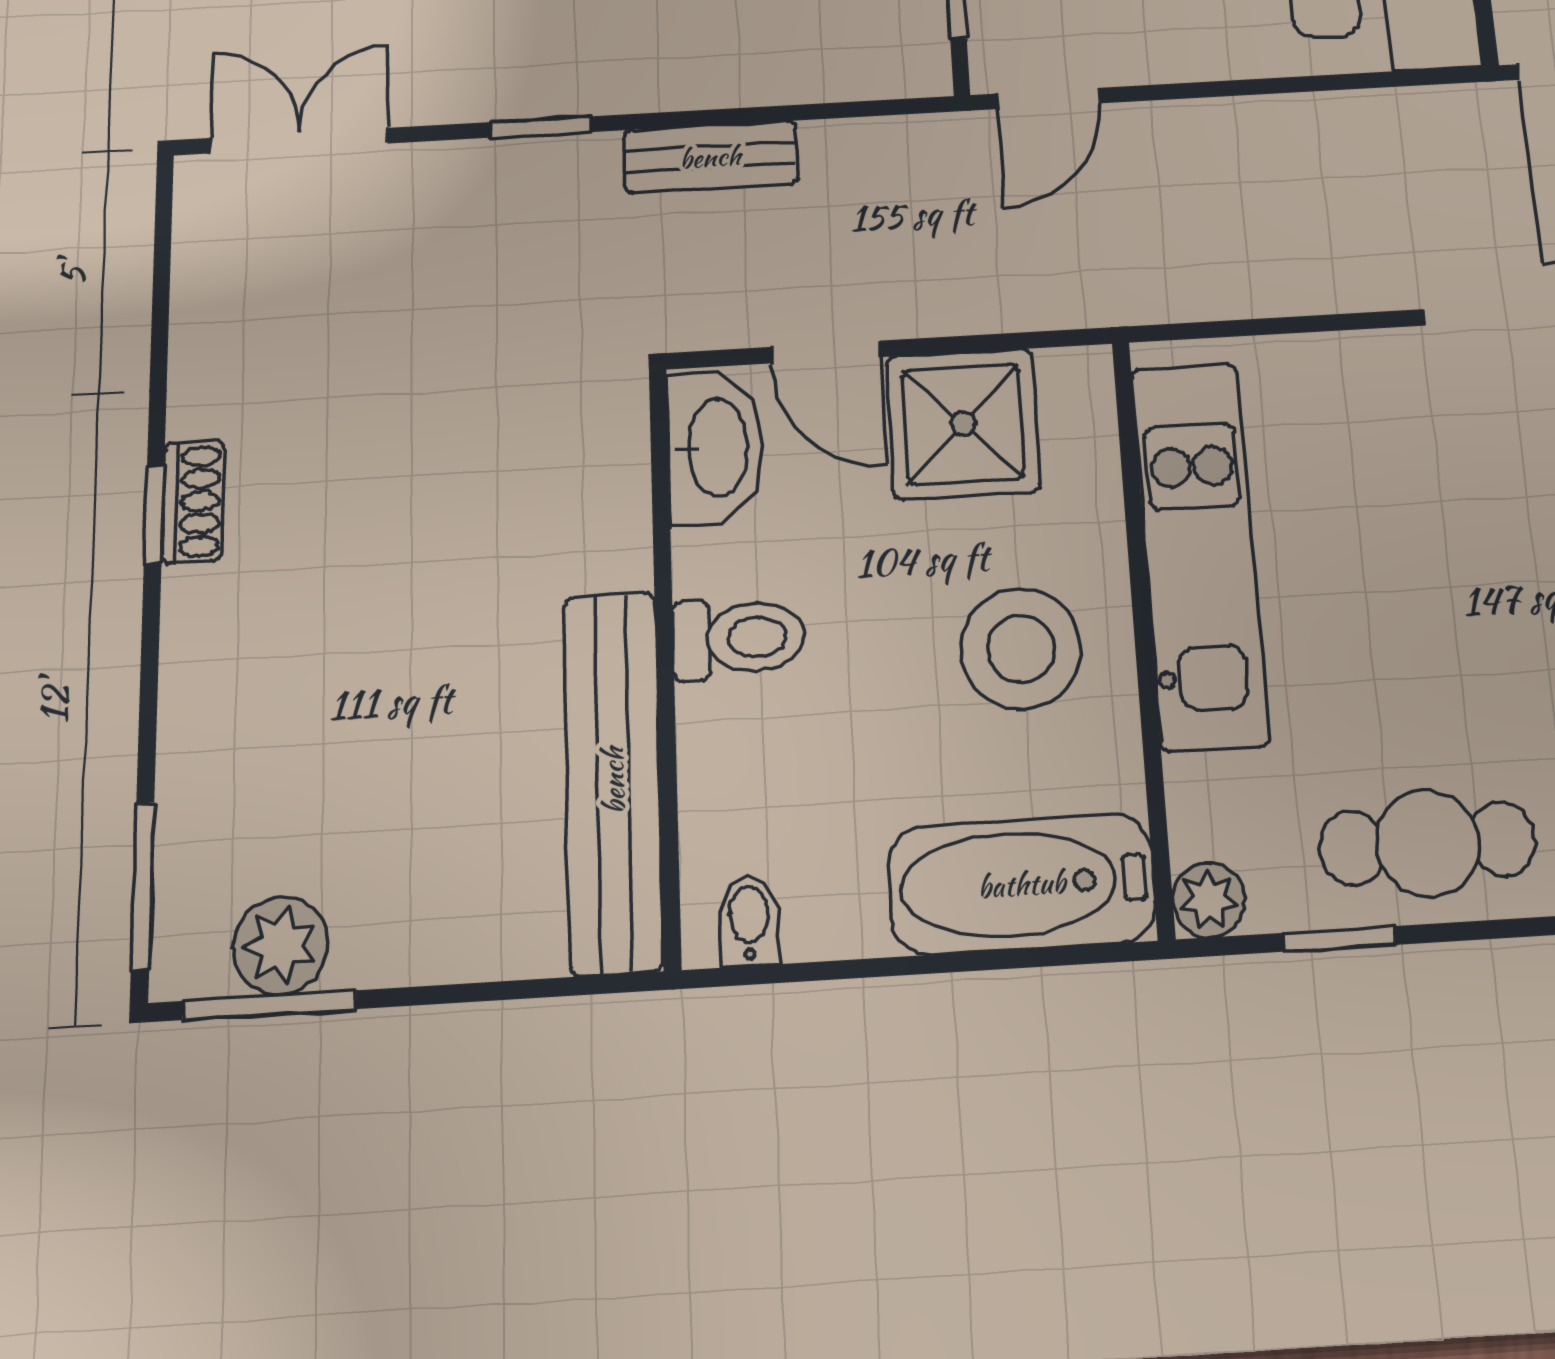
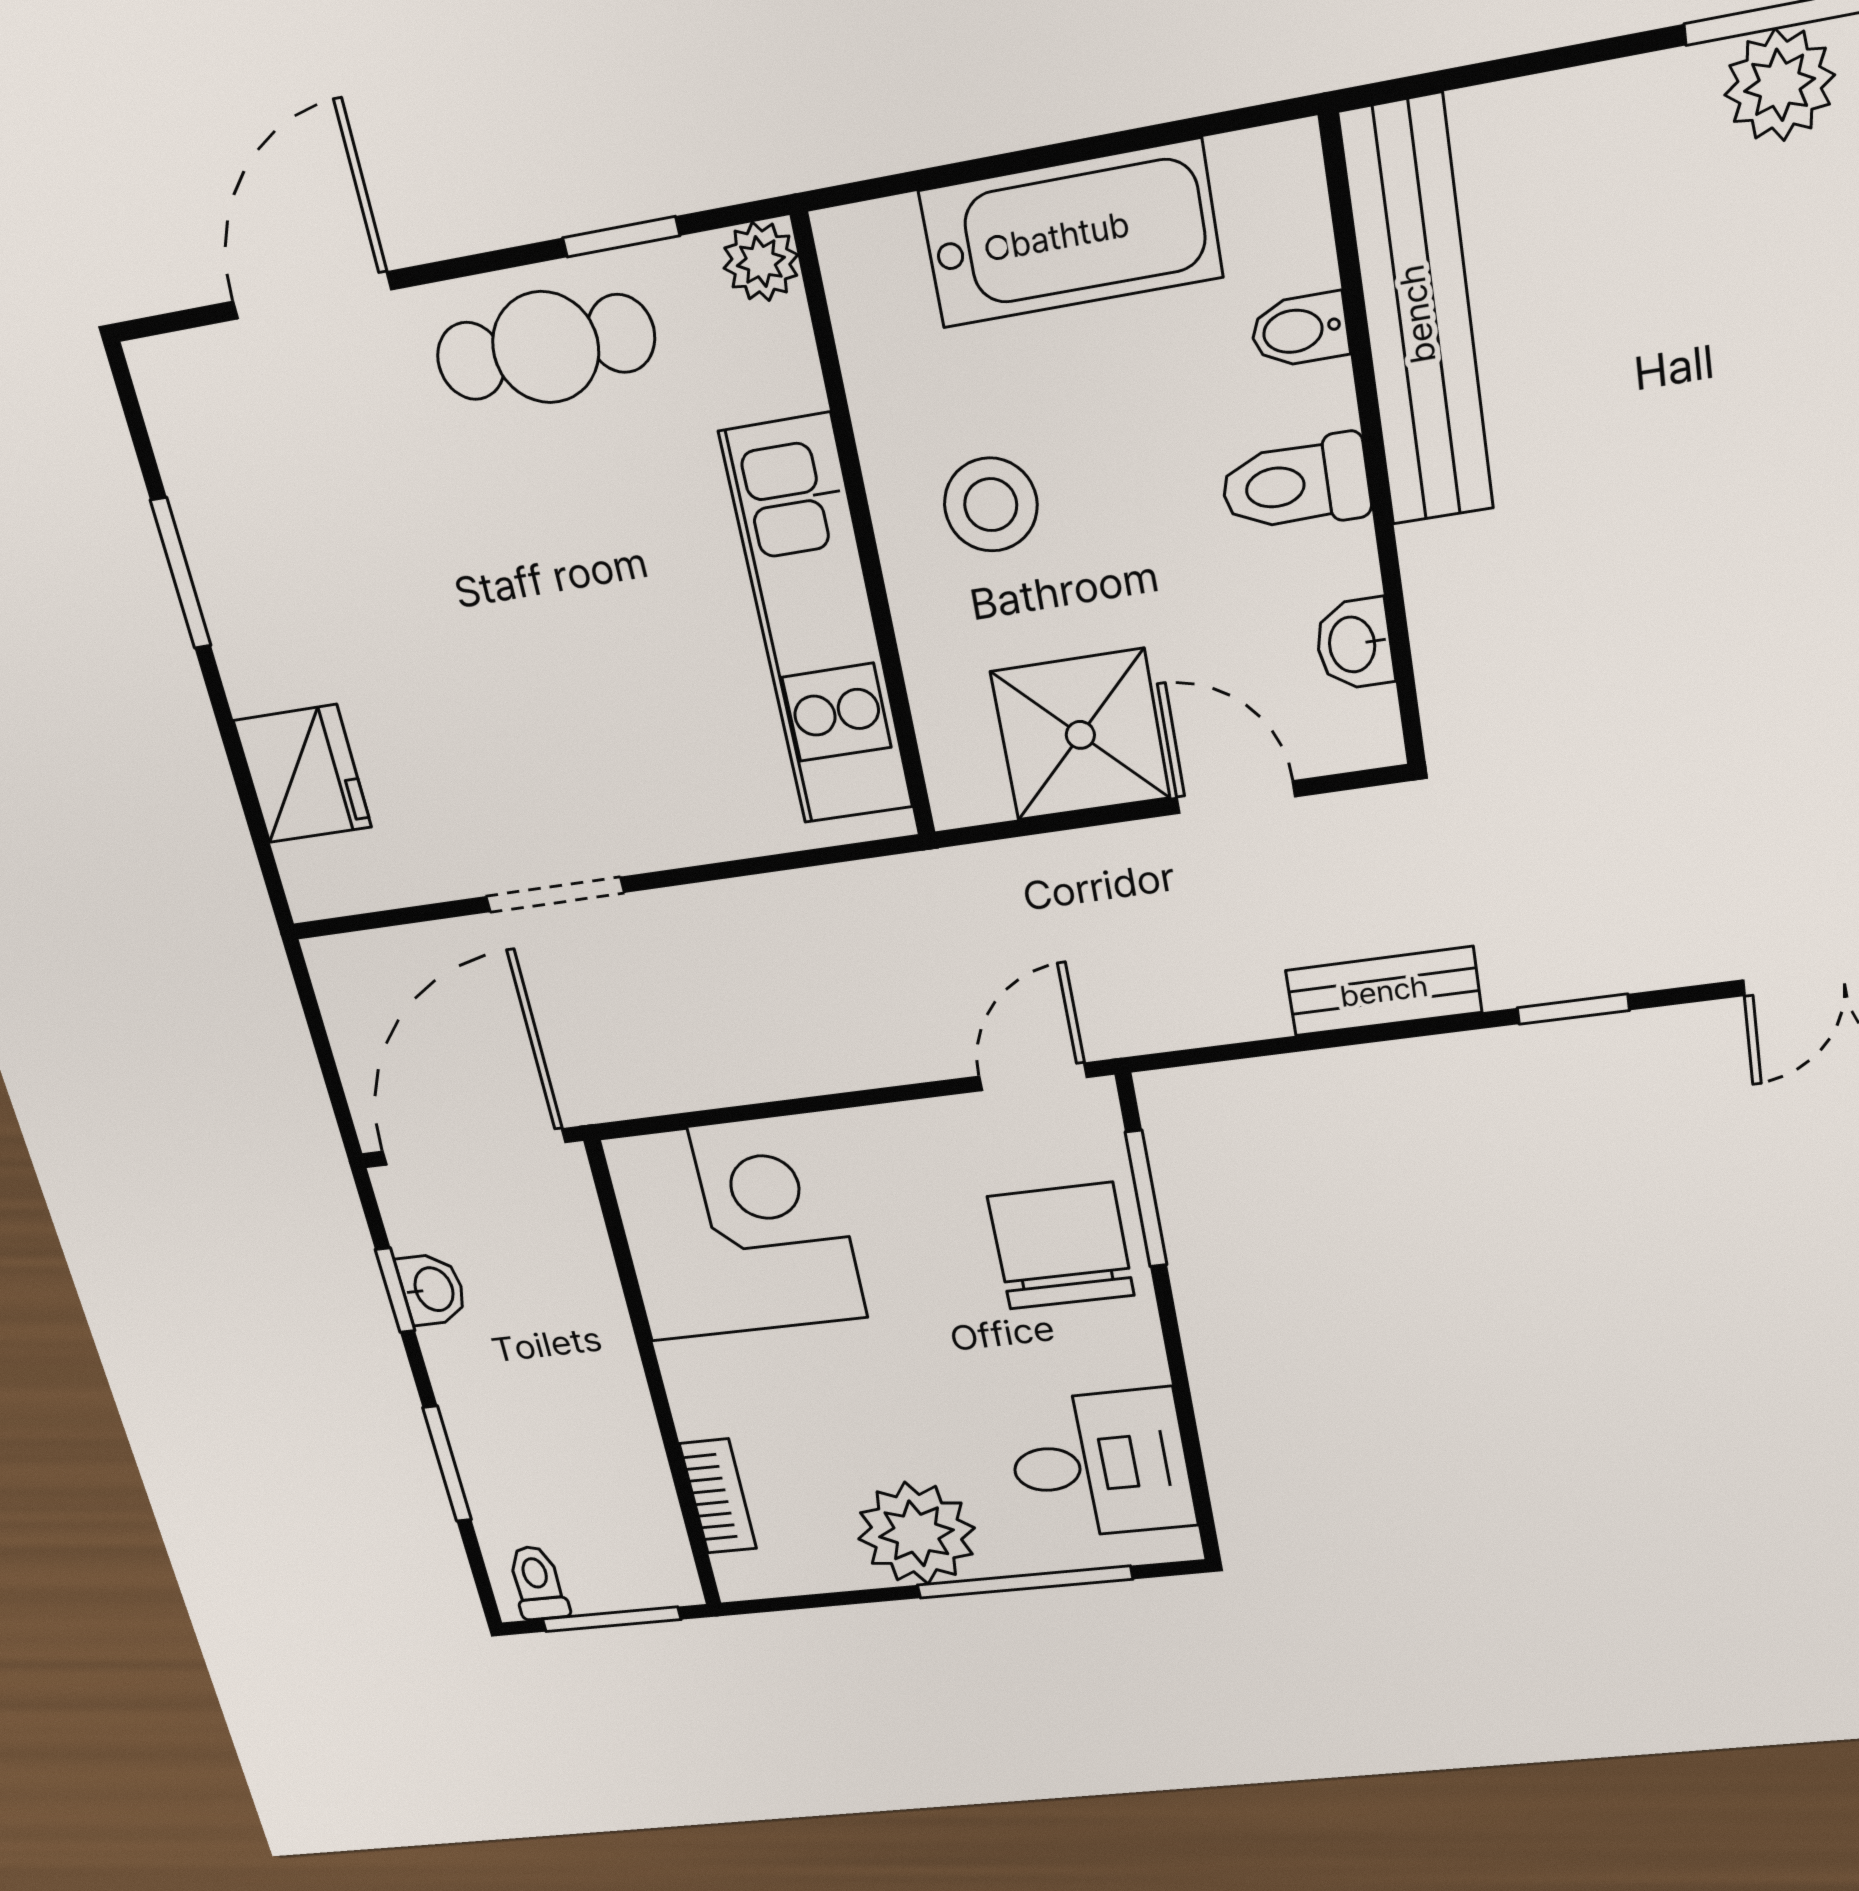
washbasin: (715, 448) -> (1354, 644), width x0.52, depth x0.69
stool: (1021, 649) -> (991, 505), width x0.73, depth x0.73
bathtub: (1021, 884) -> (1070, 234), moved
bidet: (749, 921) -> (1299, 330), moved, turned 90

